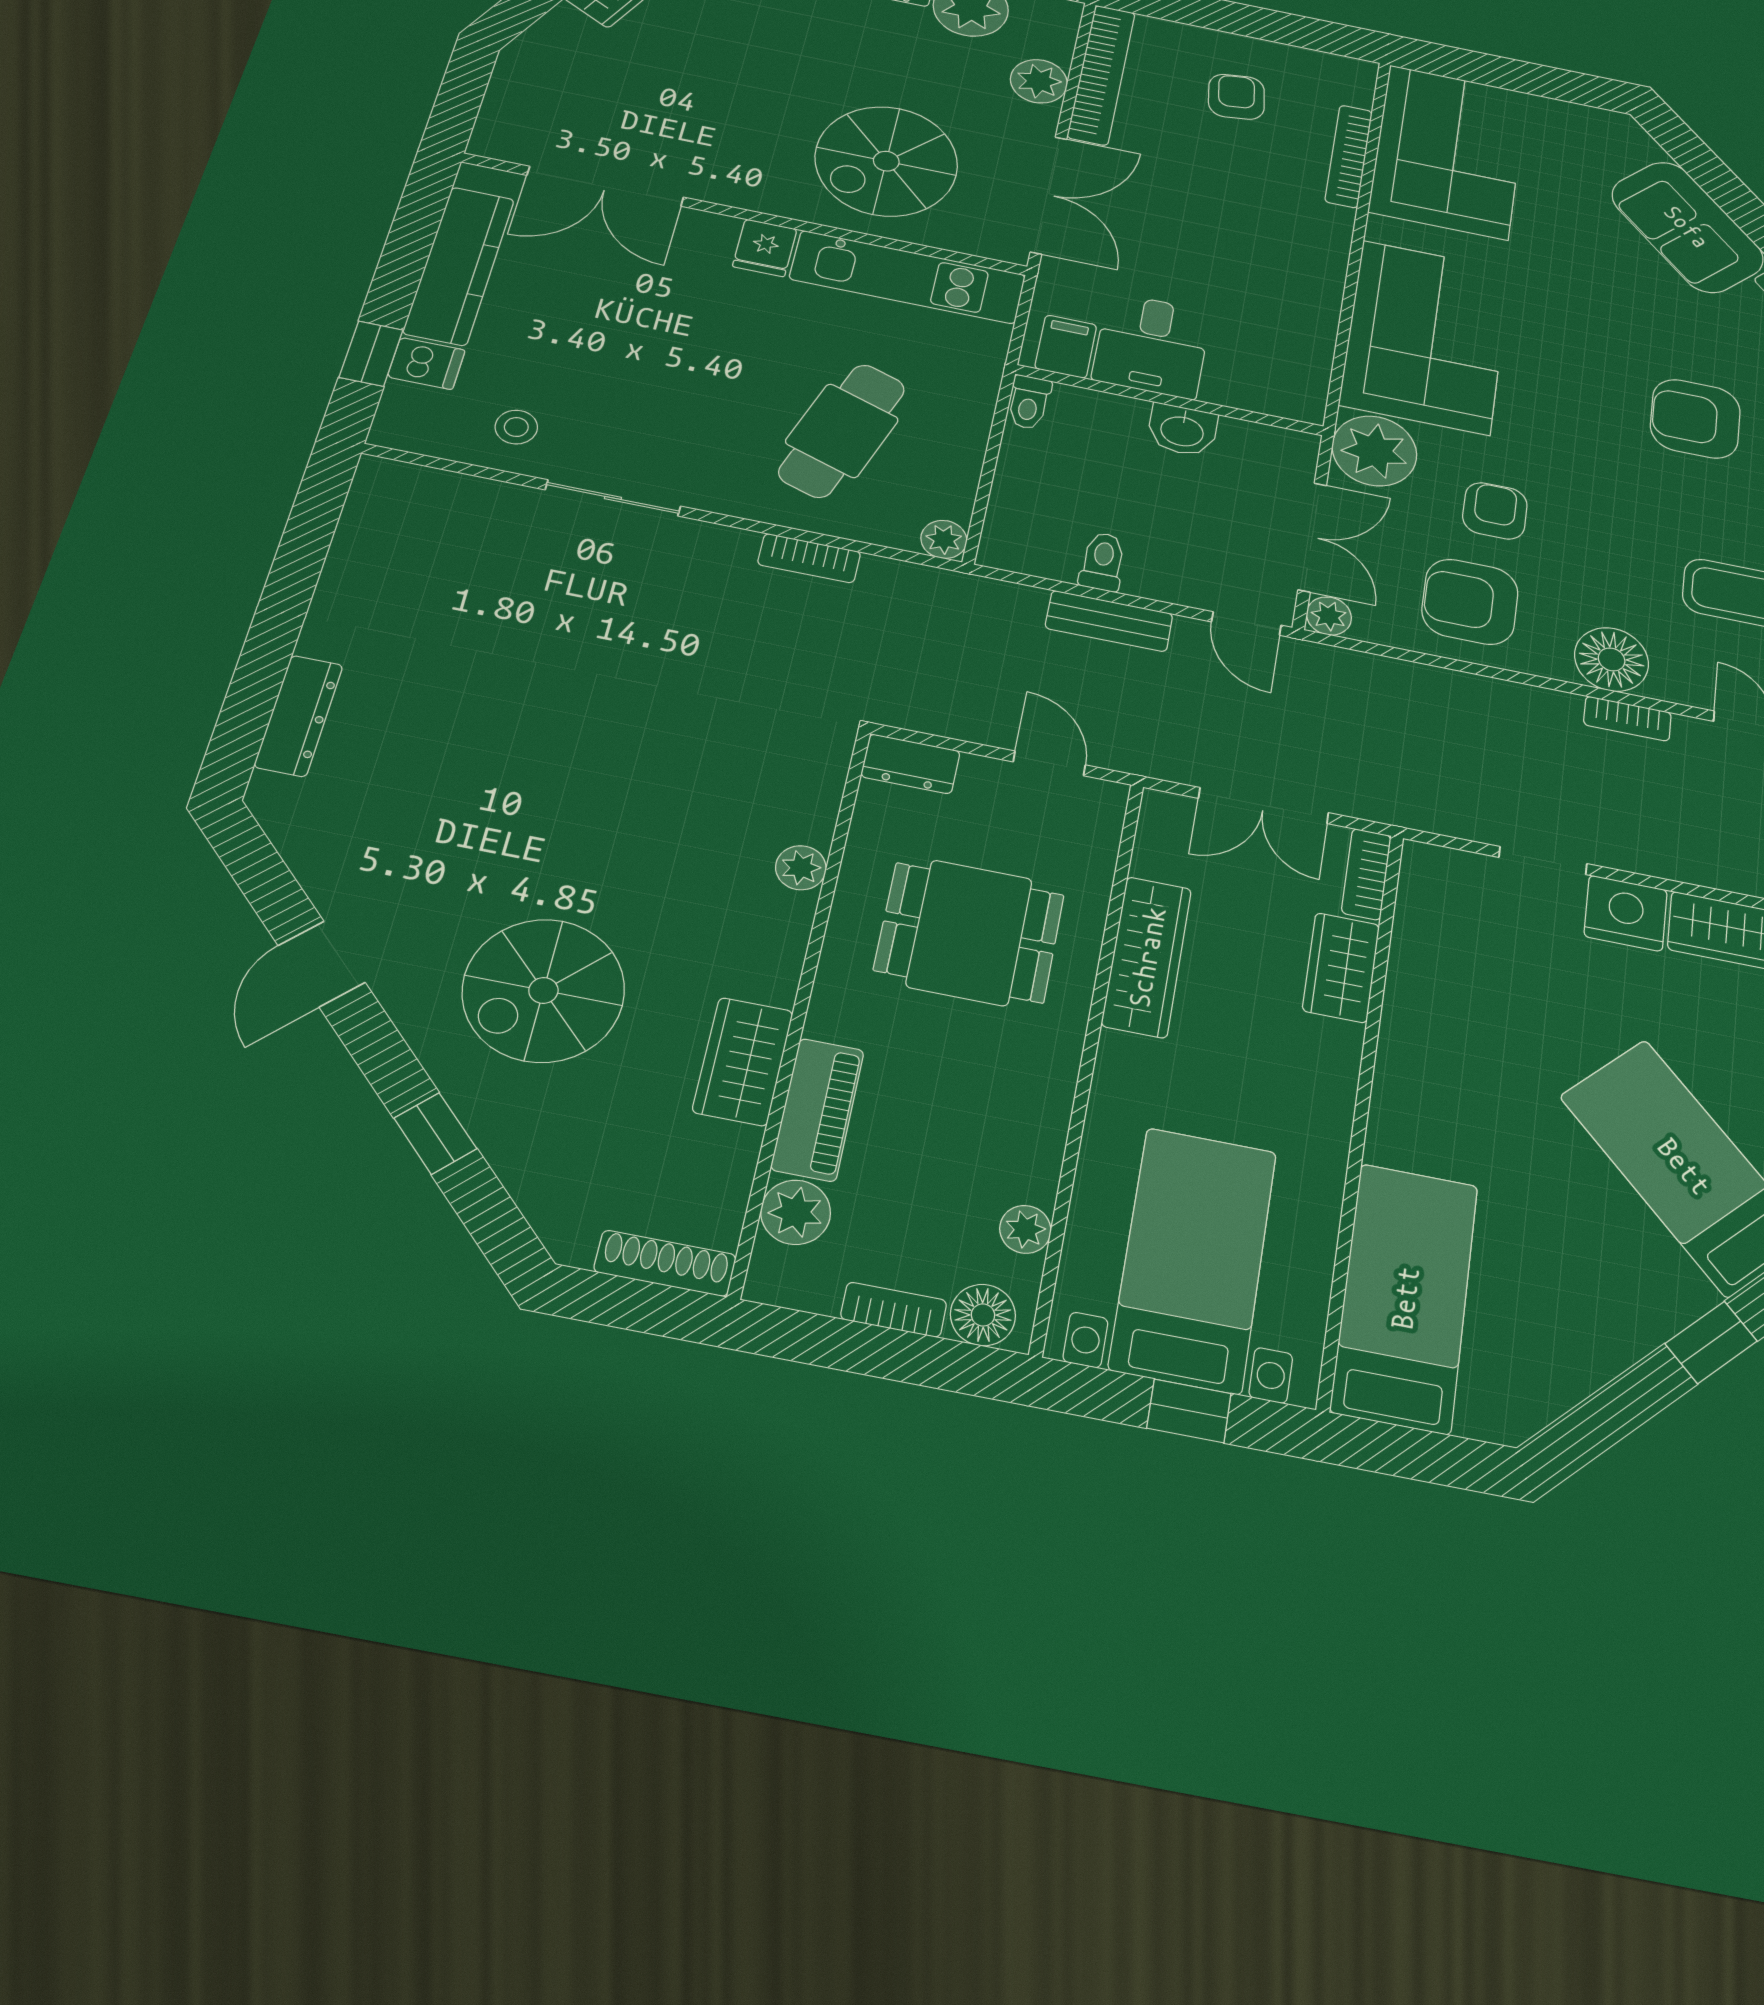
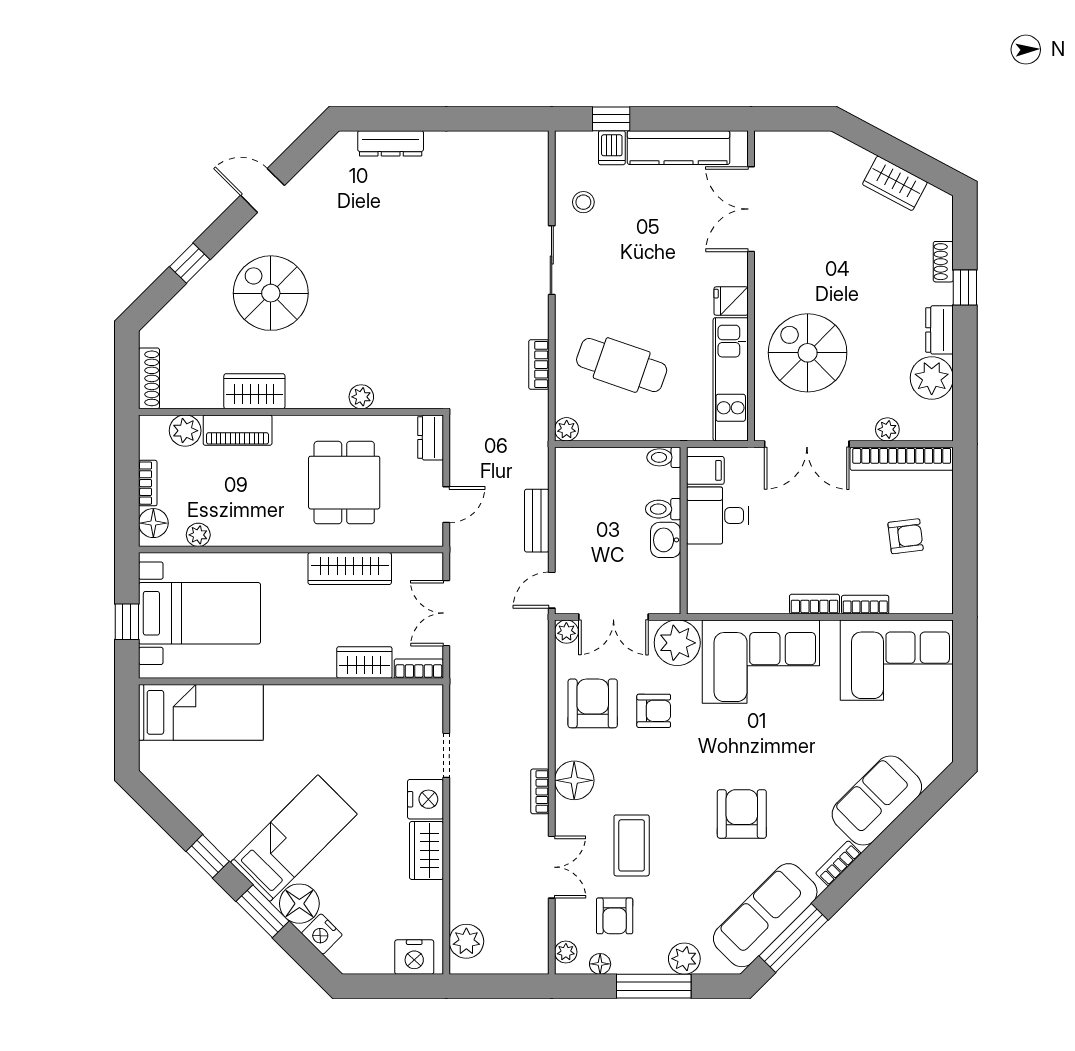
plant: (1039, 81) -> (887, 429), width x0.73, depth x0.73
bookcase: (1349, 156) -> (865, 605), width x0.64
bookcase: (1334, 242) -> (814, 604), added
toilet: (1103, 562) -> (663, 509), moved, turned 180

